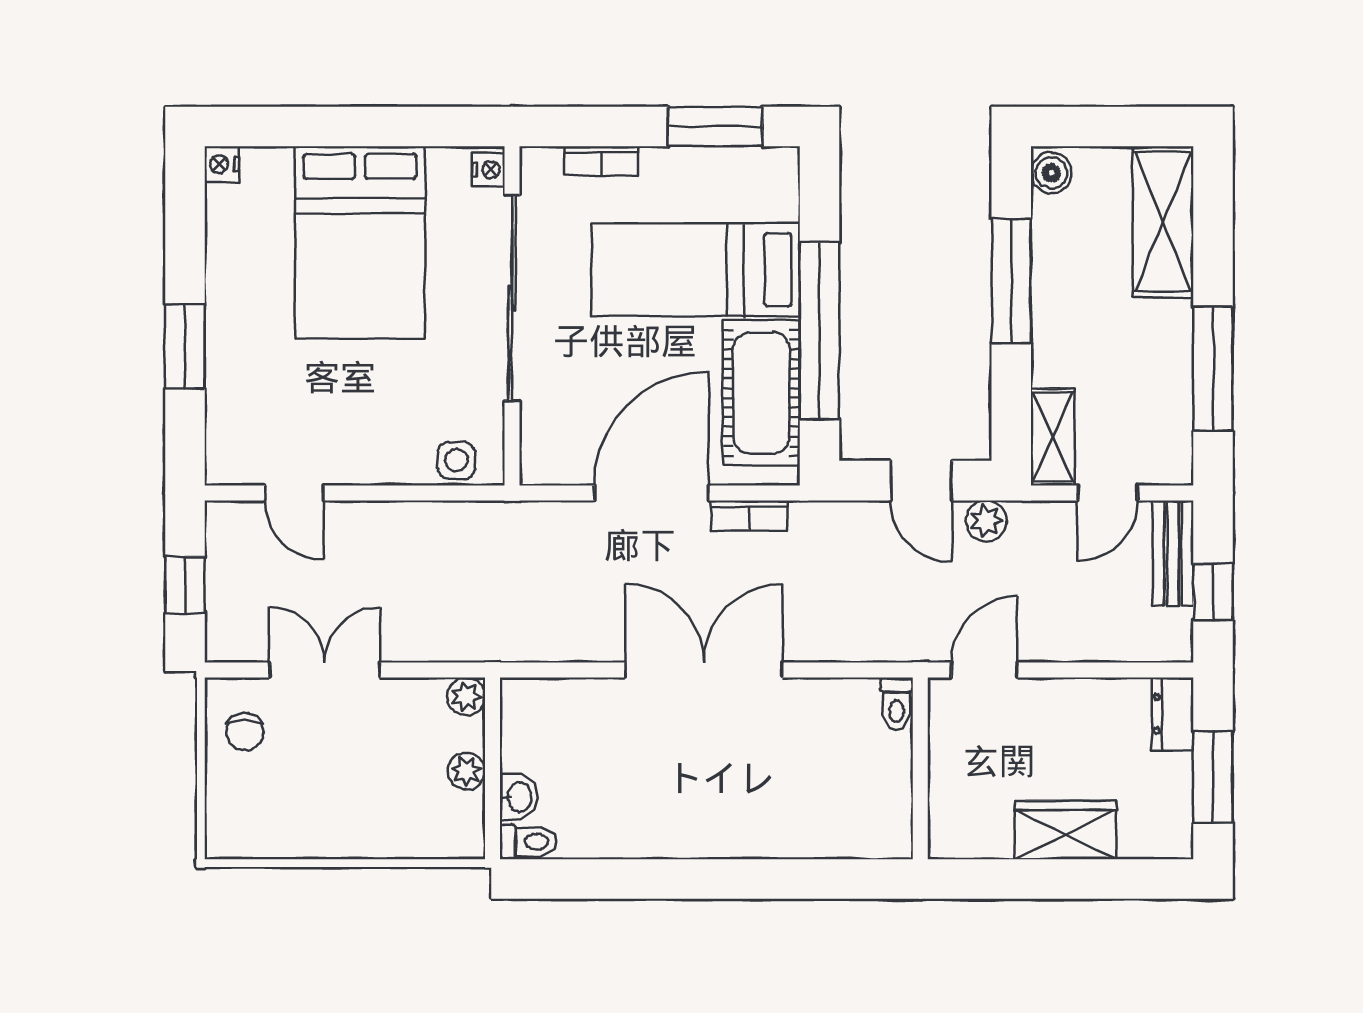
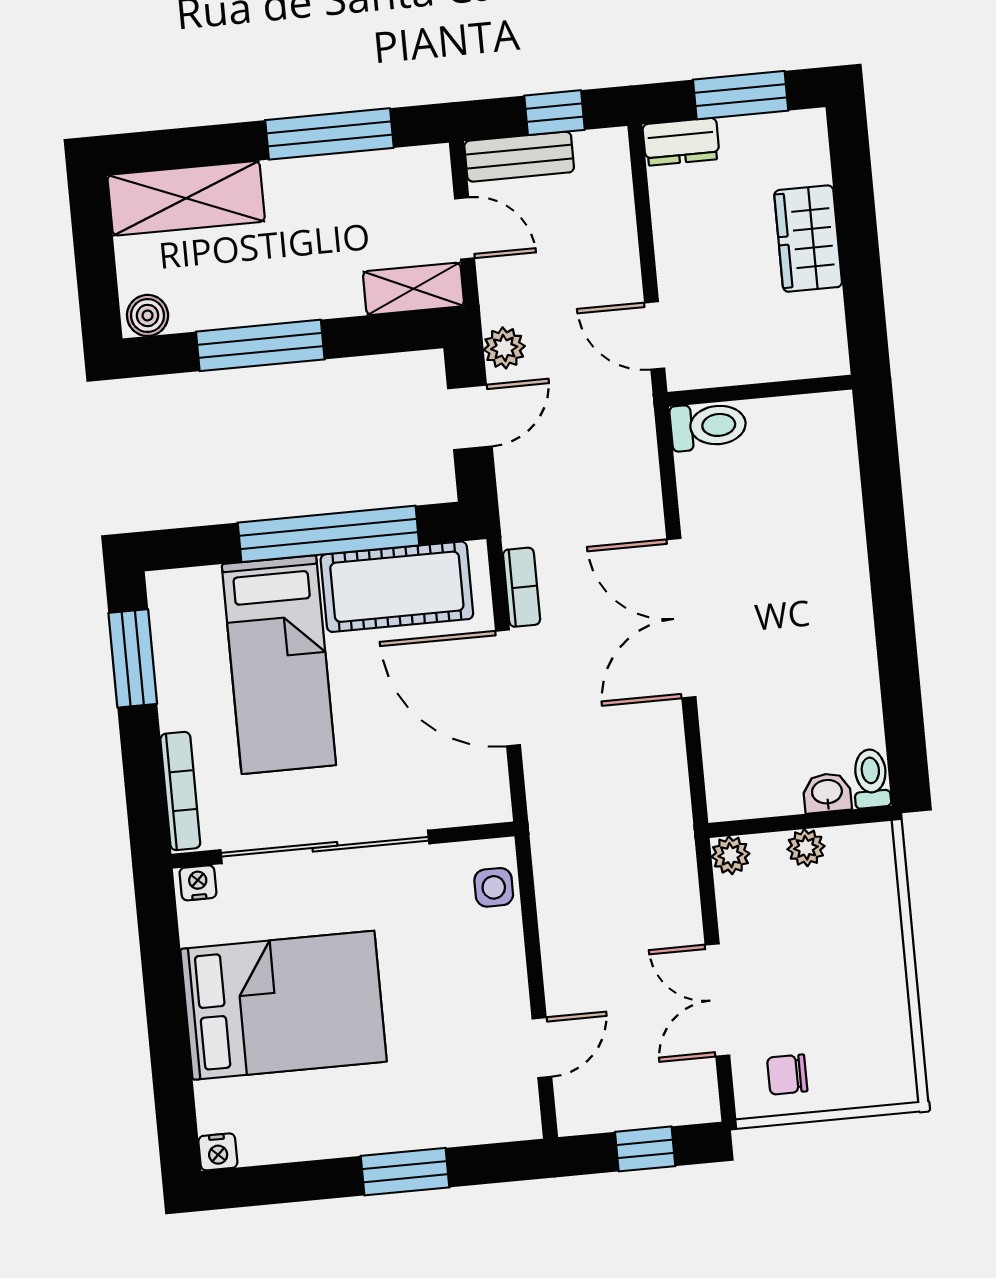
bookcase: (601, 161) -> (180, 791), width x1.56
toilet: (897, 704) -> (708, 426), width x1.37, depth x1.39
chair: (245, 732) -> (787, 1075), turned 180

